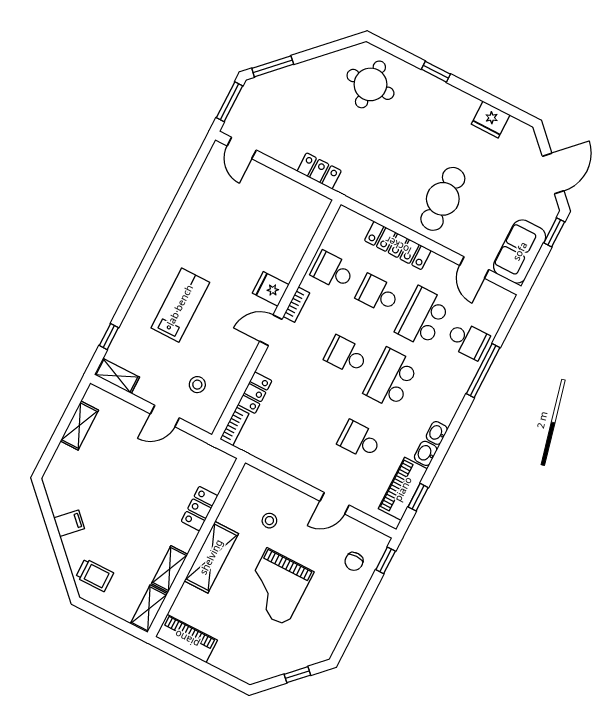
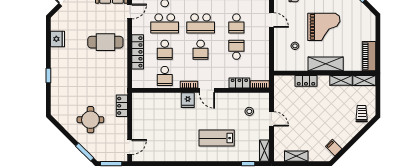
round table: (370, 84) -> (90, 120), moved
school desk: (314, 417) -> (236, 50), added
filing cabinet: (69, 523) -> (334, 148), moved

